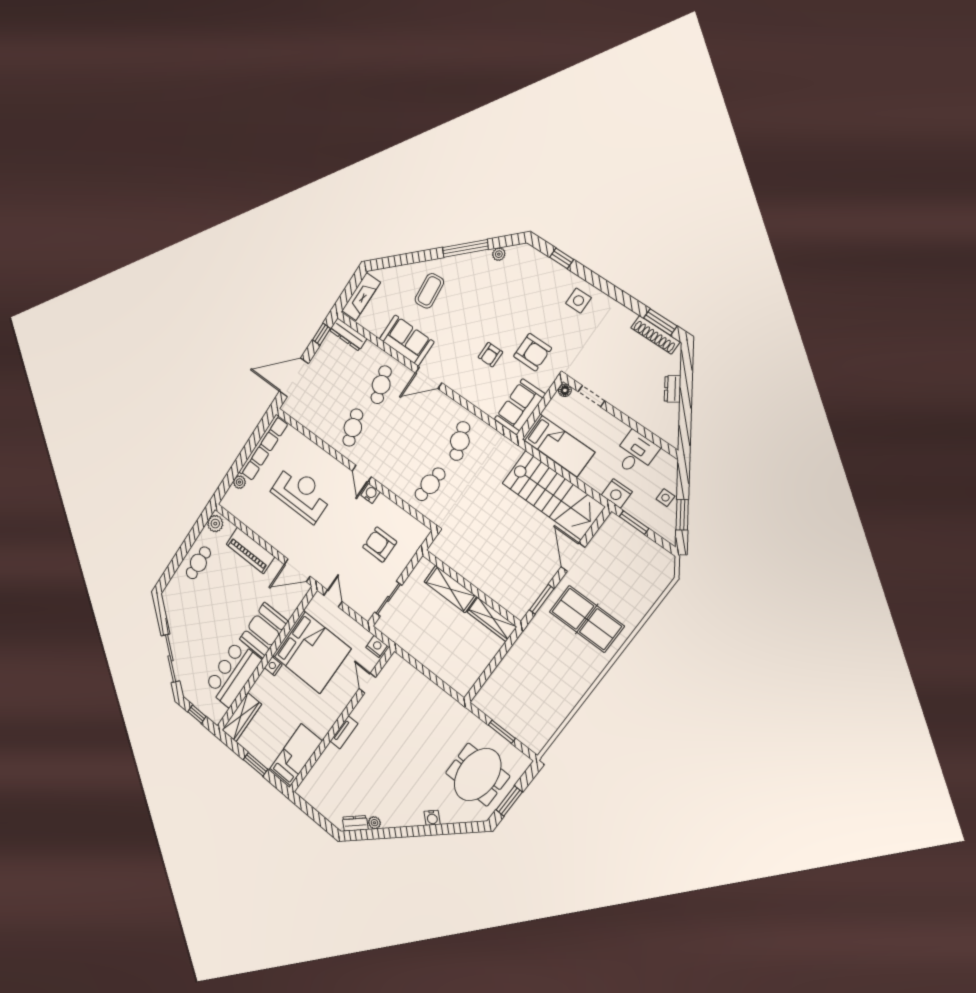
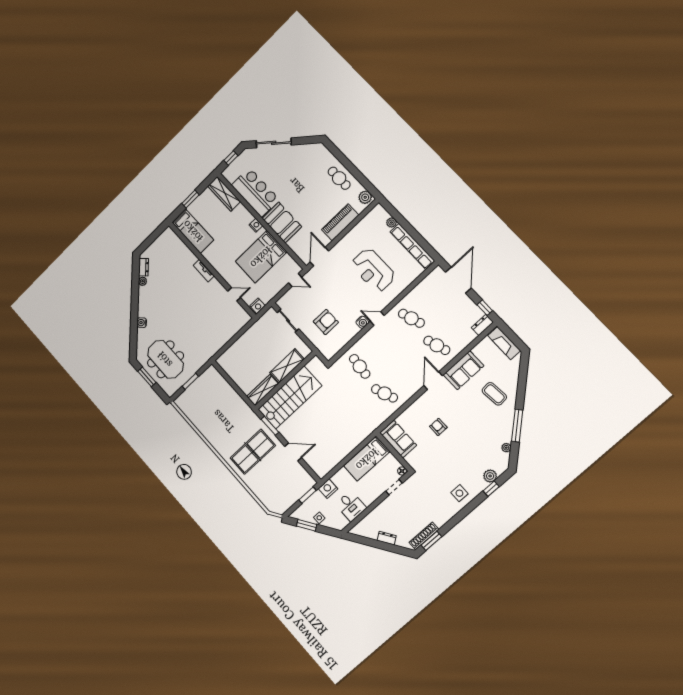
plant: (544, 265) -> (490, 476), added
dresser: (348, 334) -> (482, 325), width x0.70
armchair: (533, 352) -> (433, 456), removed
reception desk: (301, 493) -> (373, 270), turned 90
stairs: (553, 495) -> (290, 397), moved, turned 180
bed: (312, 652) -> (261, 257), width x0.73

